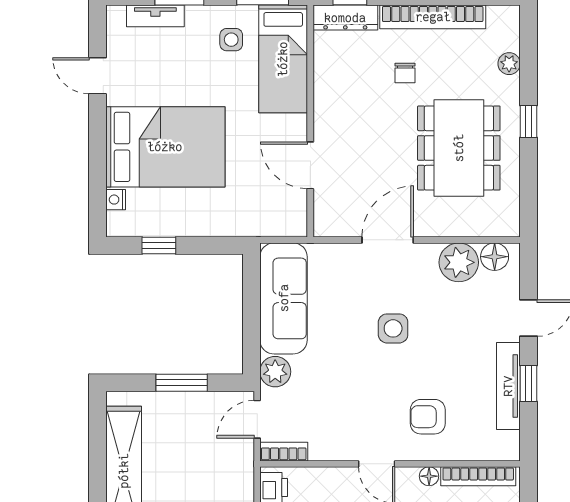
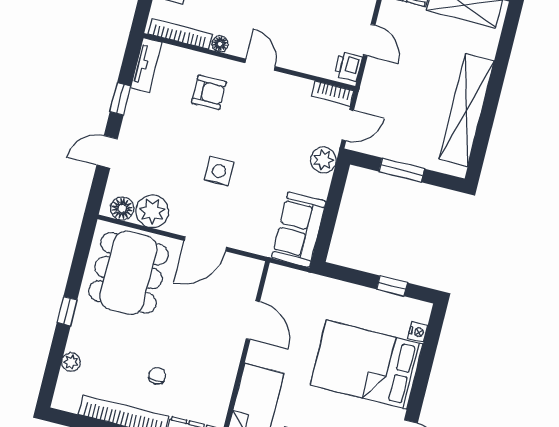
dining table: (459, 148) -> (128, 273), moved
sofa: (284, 298) -> (299, 230), width x0.73
tv unit: (508, 386) -> (146, 65), moved, width x0.71

